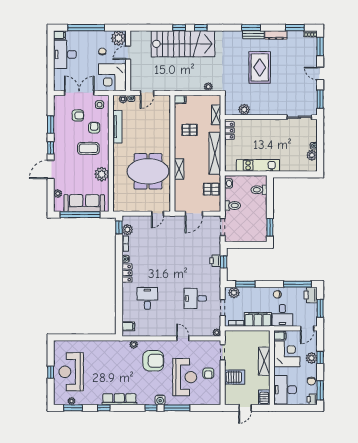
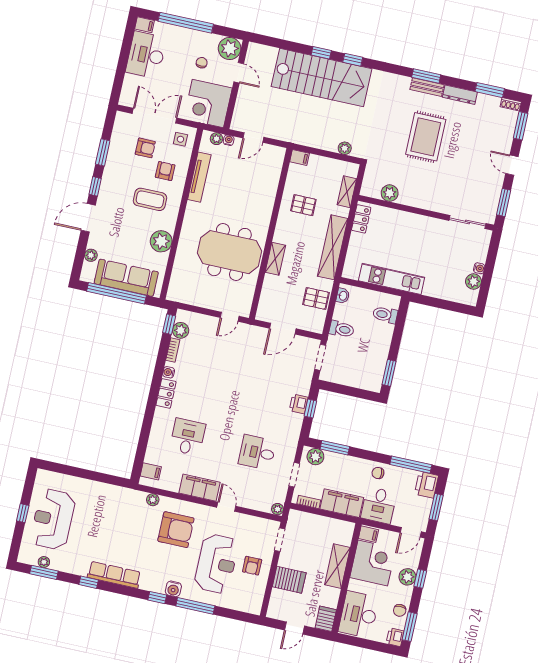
door: (128, 53) -> (239, 73), swing flipped
filing cabinet: (163, 330) -> (200, 488), added

